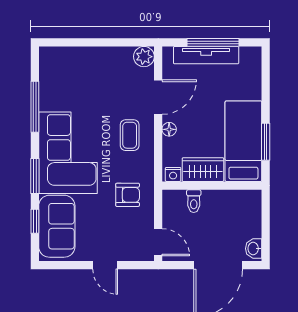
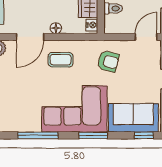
door: (158, 97) -> (30, 37), swing flipped
armchair: (128, 195) -> (108, 61), turned 104
window: (35, 221) -> (144, 135), moved

